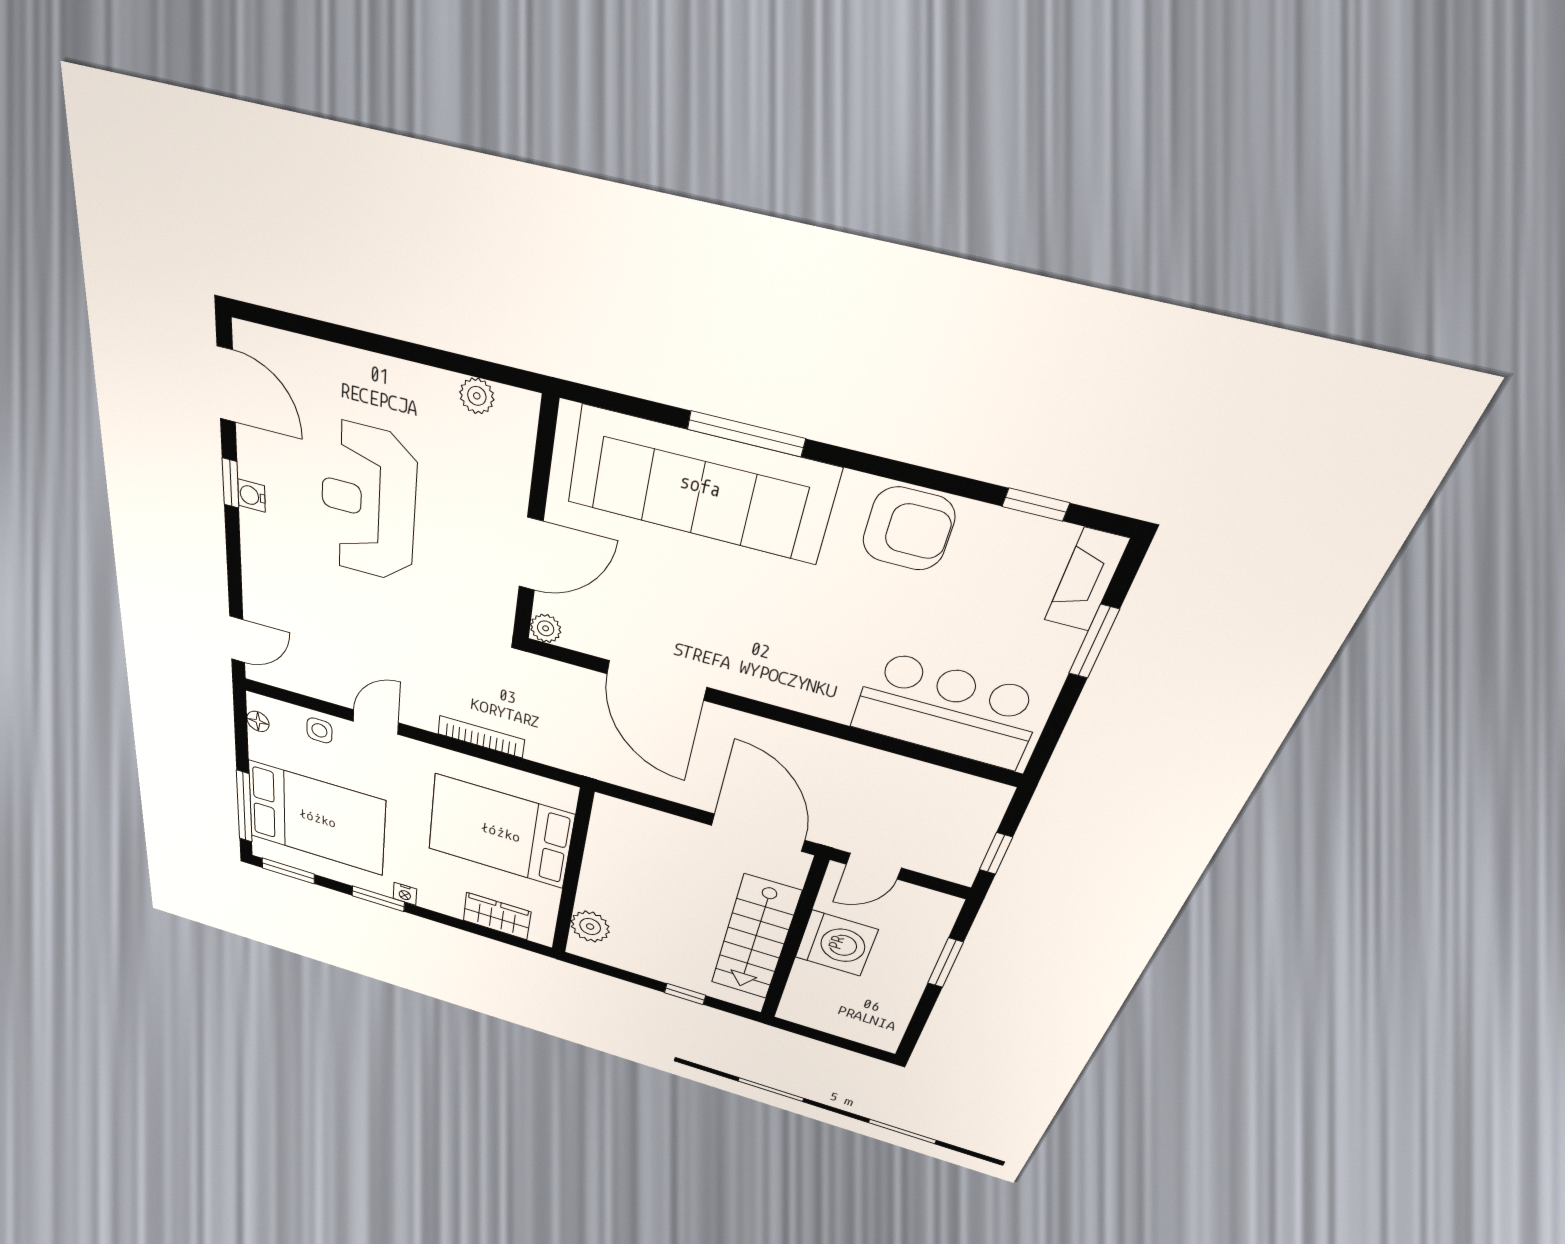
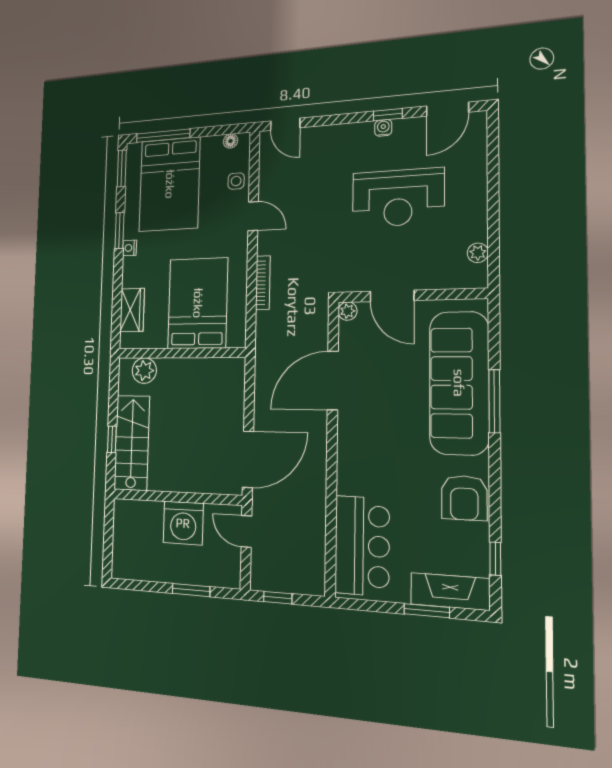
reception desk: (368, 503) -> (398, 198), turned 180
fireplace: (1086, 580) -> (450, 591), width x1.37, depth x1.32
stairs: (755, 938) -> (132, 443), moved, turned 90

